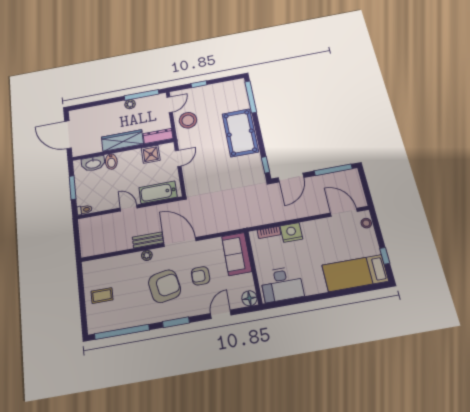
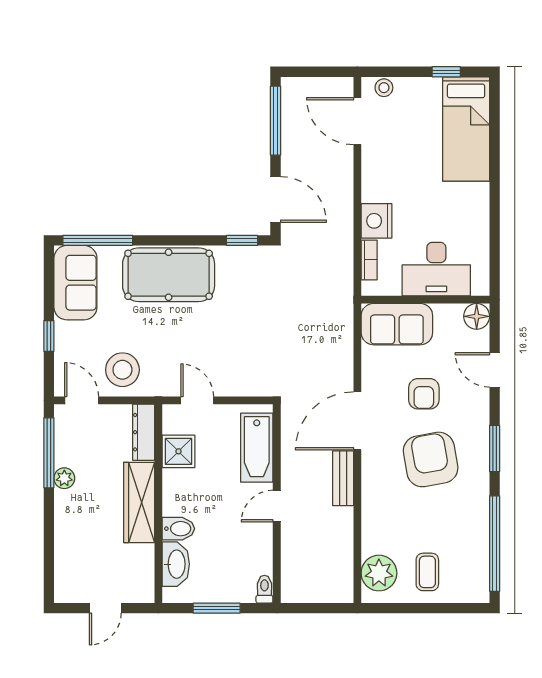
sofa: (228, 91) -> (75, 283), added
door: (68, 135) -> (105, 608), width x0.53
door: (344, 212) -> (357, 121), hinge flipped
plant: (147, 255) -> (379, 573), moved, width x1.88, depth x1.88
desk: (282, 284) -> (436, 269), moved, turned 90

